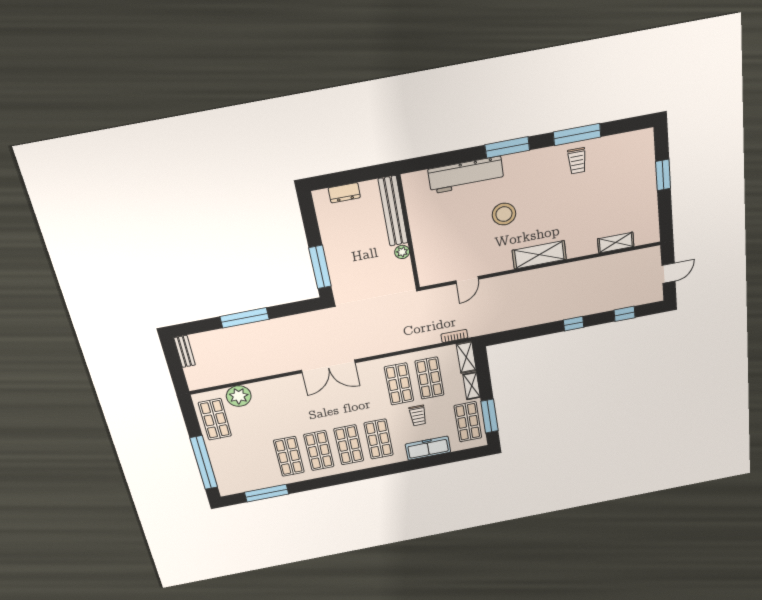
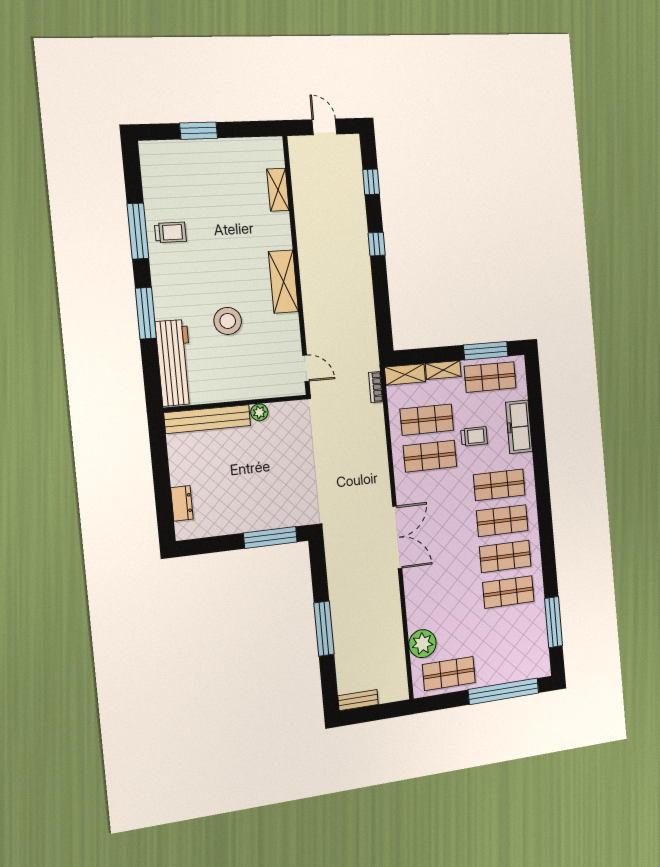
bench: (393, 211) -> (207, 419), moved
wall: (408, 233) -> (236, 403), moved
plant: (402, 252) -> (259, 412), moved

